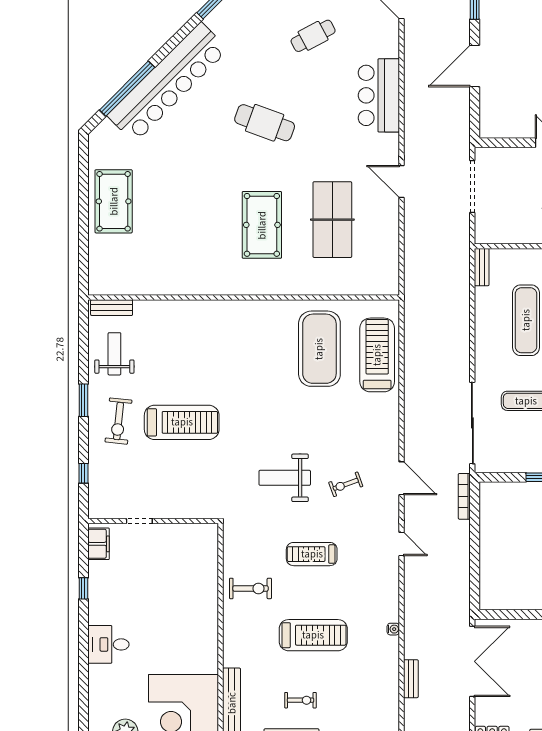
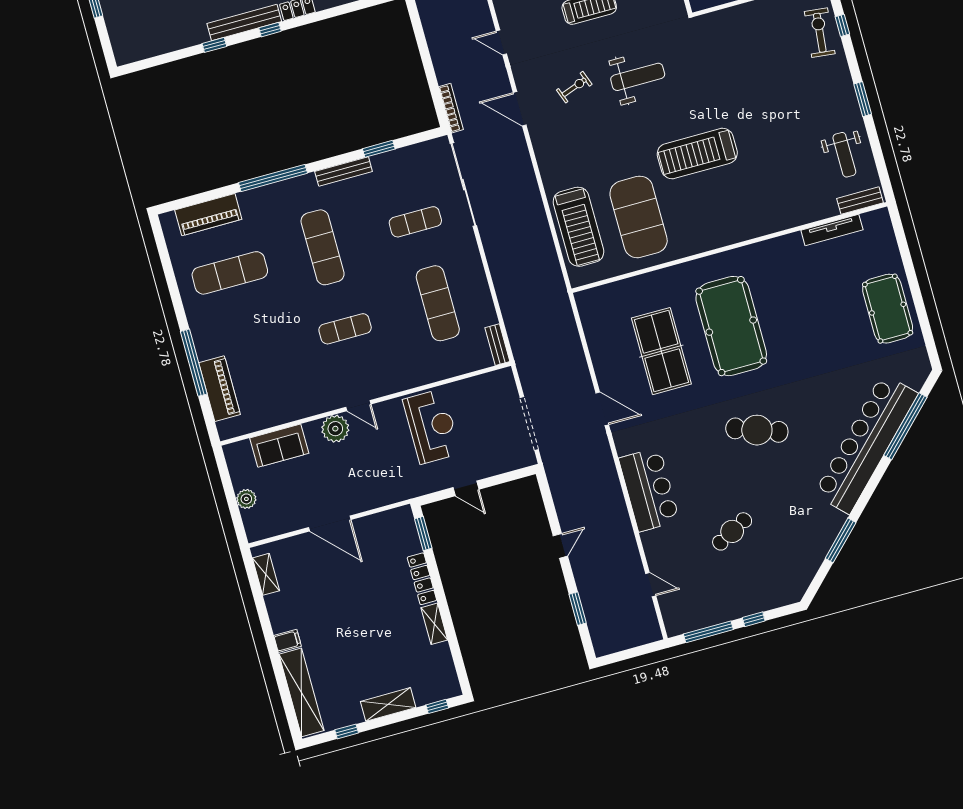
door: (475, 66) -> (560, 546), width x0.53
pool table: (262, 225) -> (731, 326), width x1.36, depth x1.32
tv unit: (145, 288) -> (832, 230), added
exercise bike: (118, 421) -> (820, 33), moved
treadmill: (182, 422) -> (697, 154), moved

